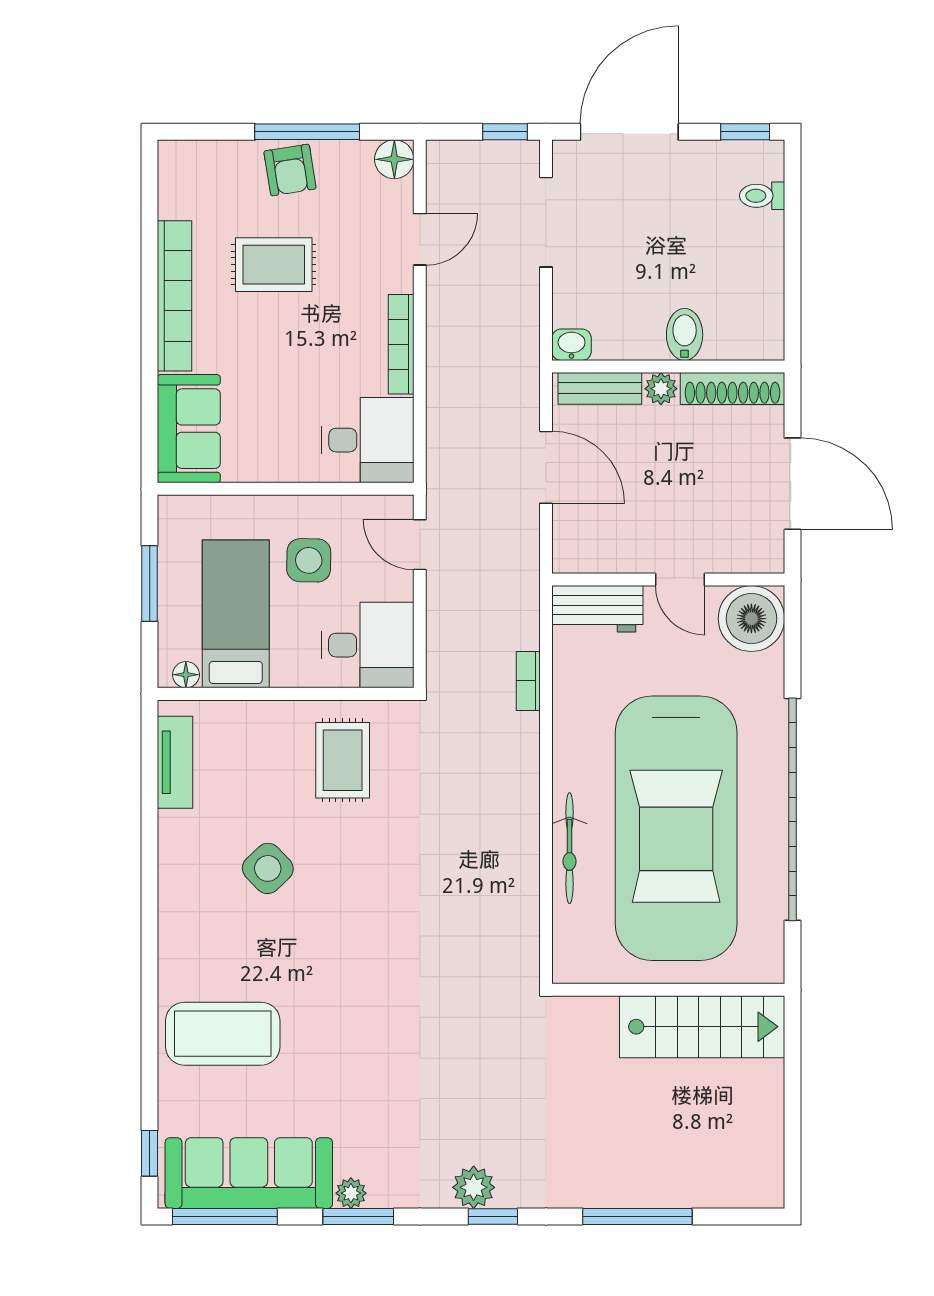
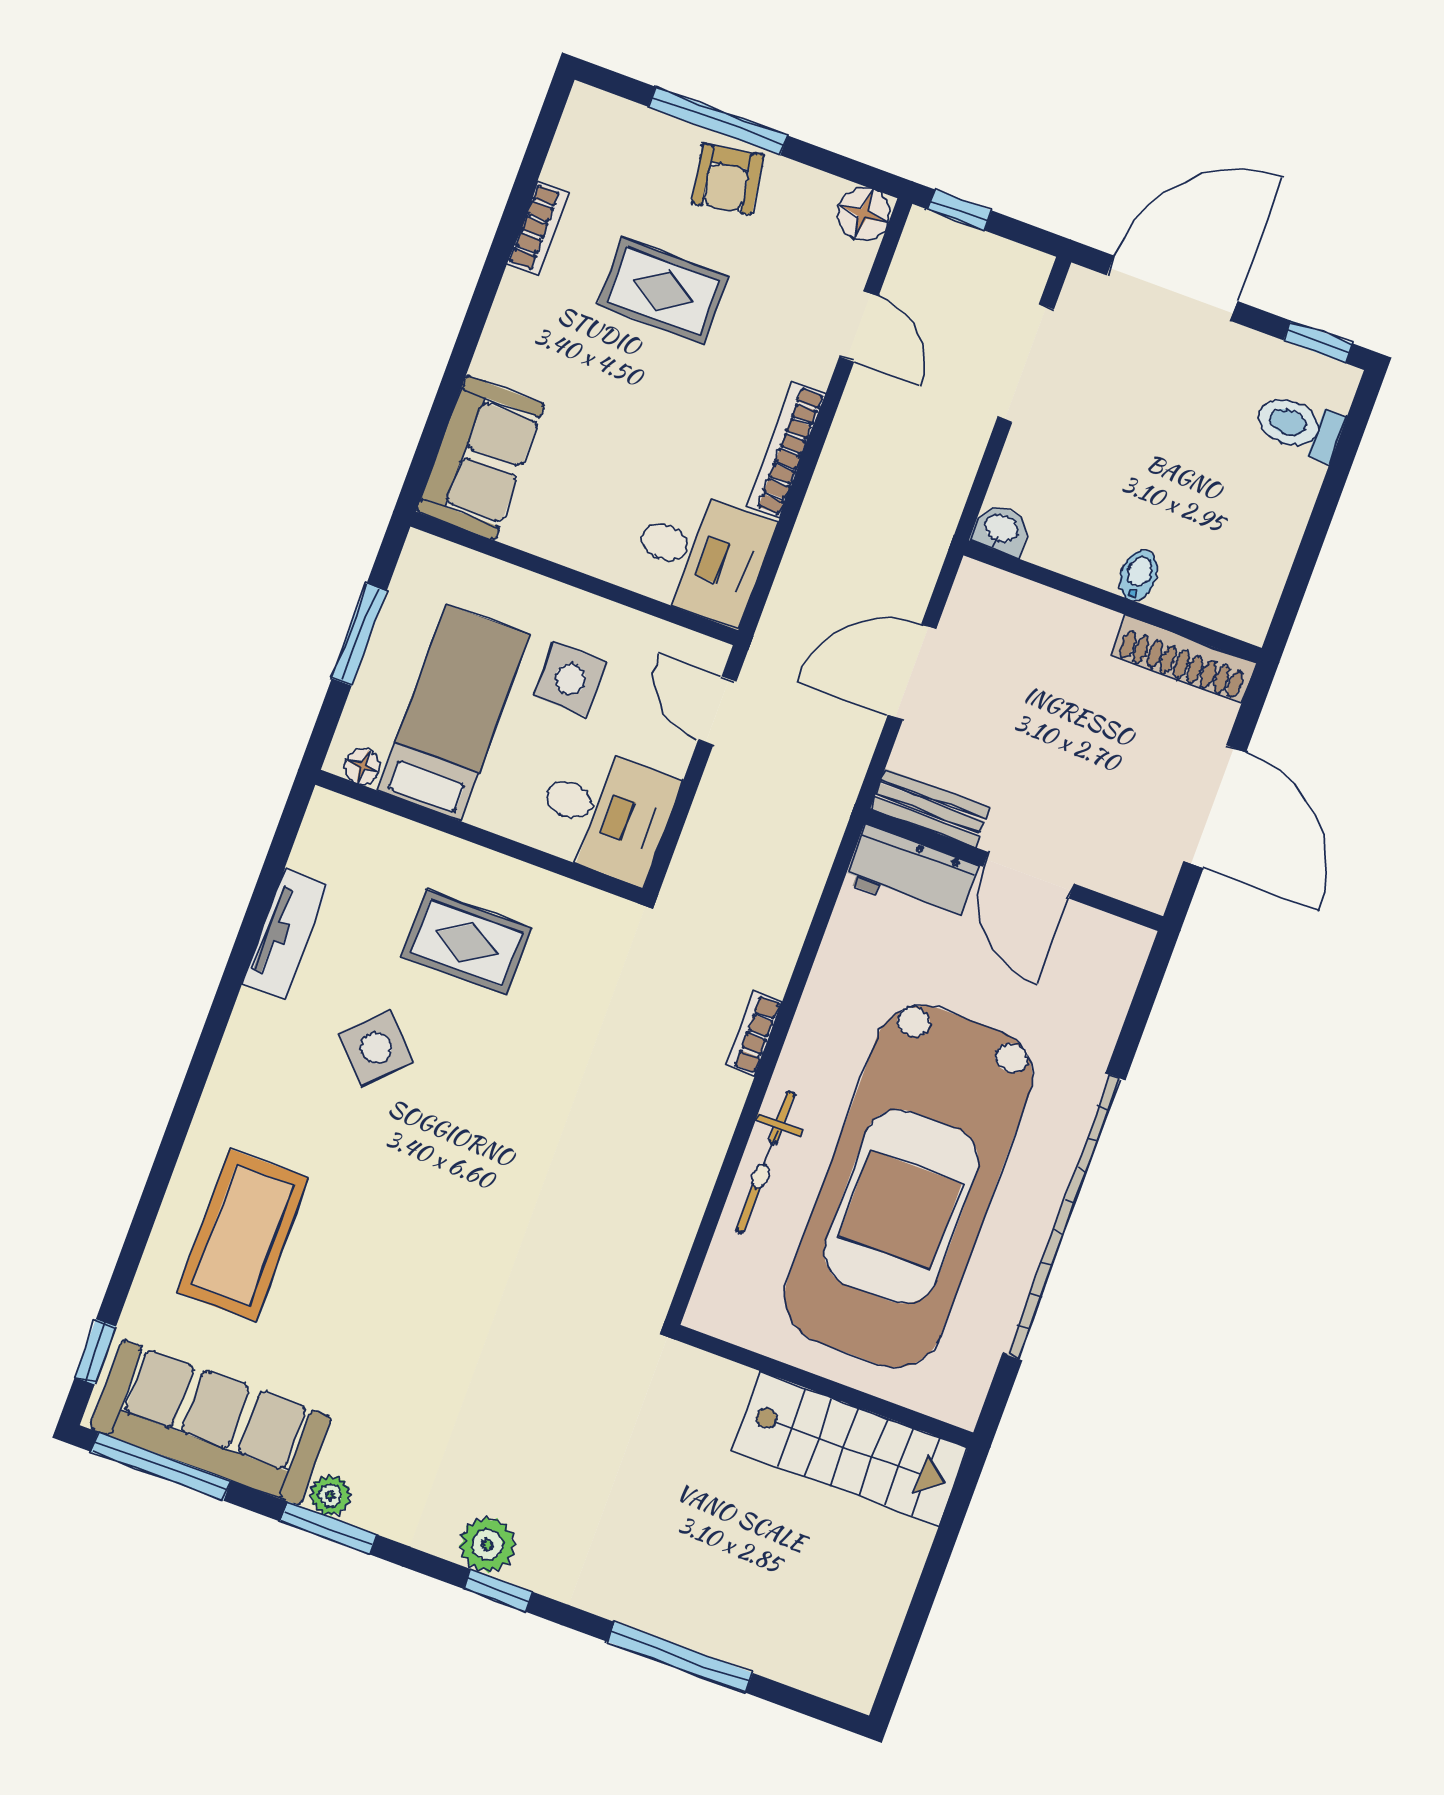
window: (307, 132) -> (718, 121), moved
window: (505, 132) -> (960, 210), moved
toilet: (762, 196) -> (1299, 426), width x1.37, depth x1.39
door: (420, 239) -> (859, 326), hinge flipped
bookcase: (175, 296) -> (539, 228), width x0.43, depth x0.76
bidet: (685, 334) -> (1138, 575), width x0.72, depth x0.74
bench: (600, 388) -> (930, 808), moved
plant: (661, 389) -> (1093, 626), removed
door: (546, 467) -> (912, 672), swing flipped
door: (680, 579) -> (1029, 875), width x1.38
boiler: (751, 619) -> (1101, 957), removed
bookcase: (528, 681) -> (754, 1033), moved
rug: (343, 760) -> (467, 943), moved, turned 90
tv unit: (175, 762) -> (285, 934), moved
coffee table: (223, 1034) -> (243, 1235), turned 90

